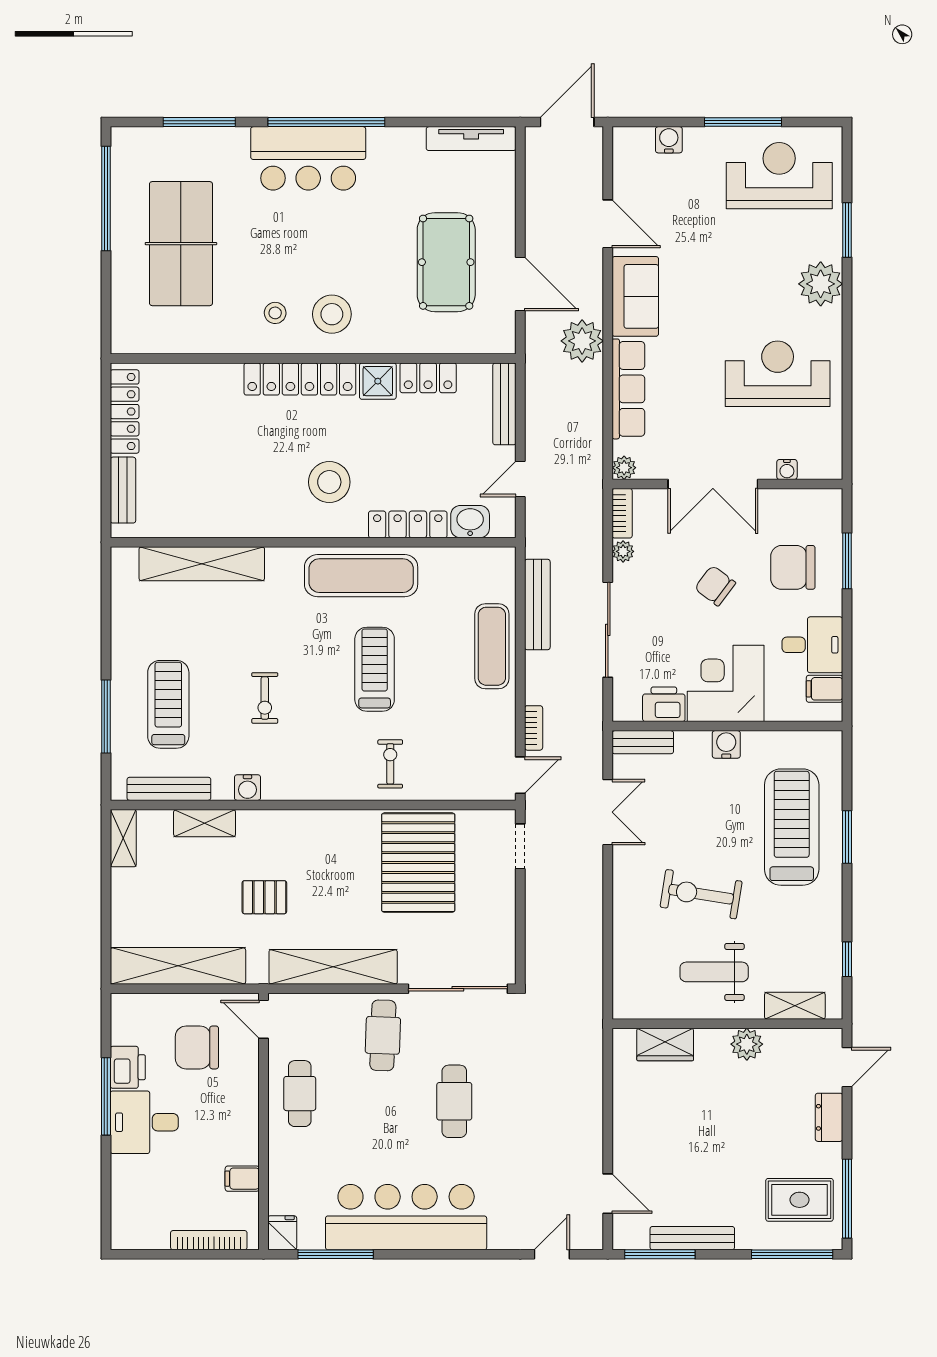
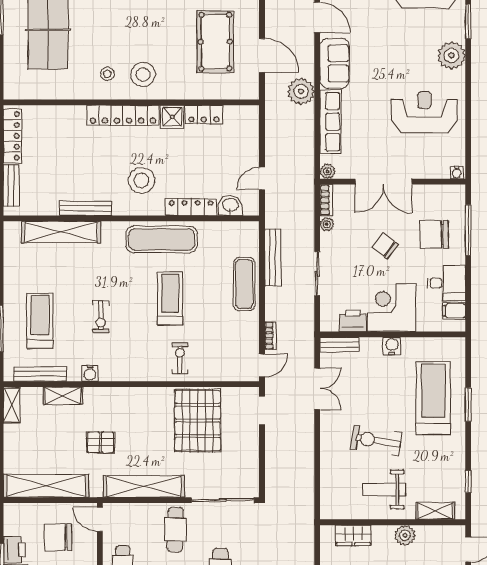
bench: (504, 404) -> (86, 208), moved, turned 90
water cooler: (787, 470) -> (457, 173), moved
window: (847, 561) -> (468, 230), width x1.44
sliding door: (608, 630) -> (317, 274), width x0.73

